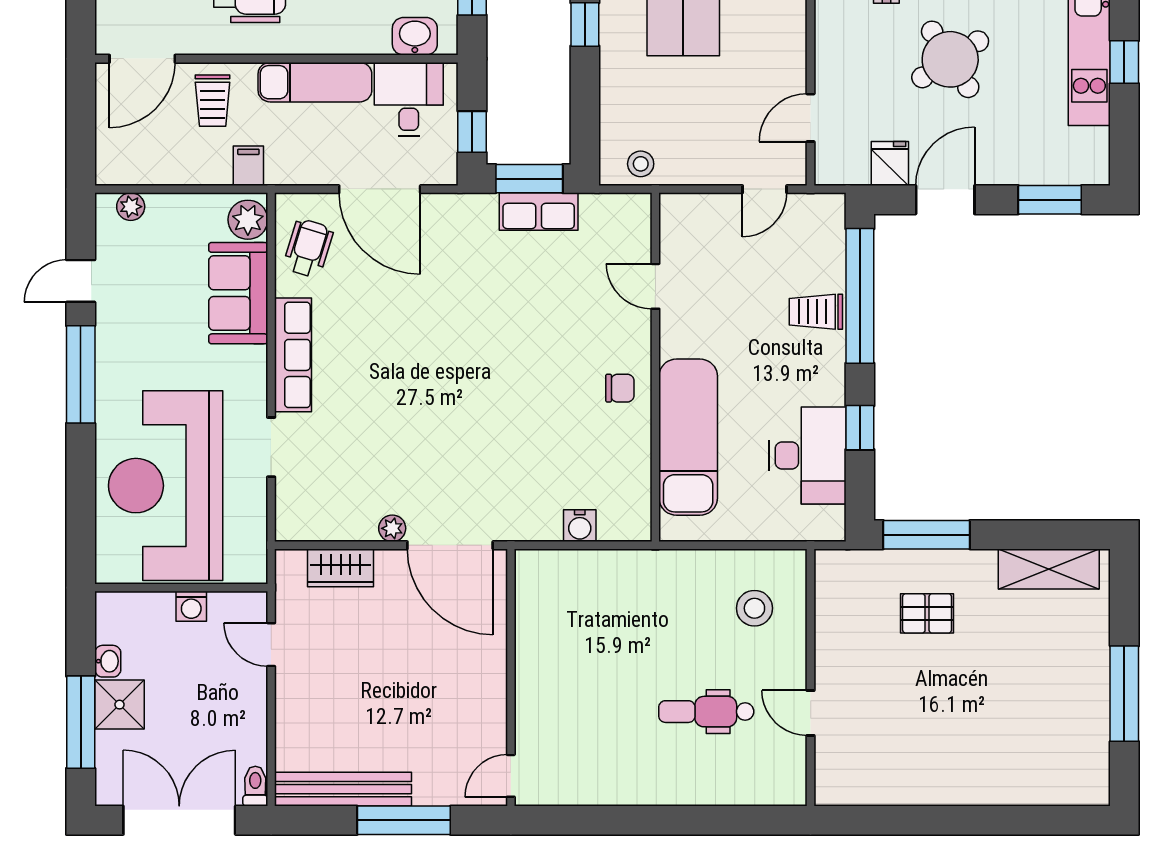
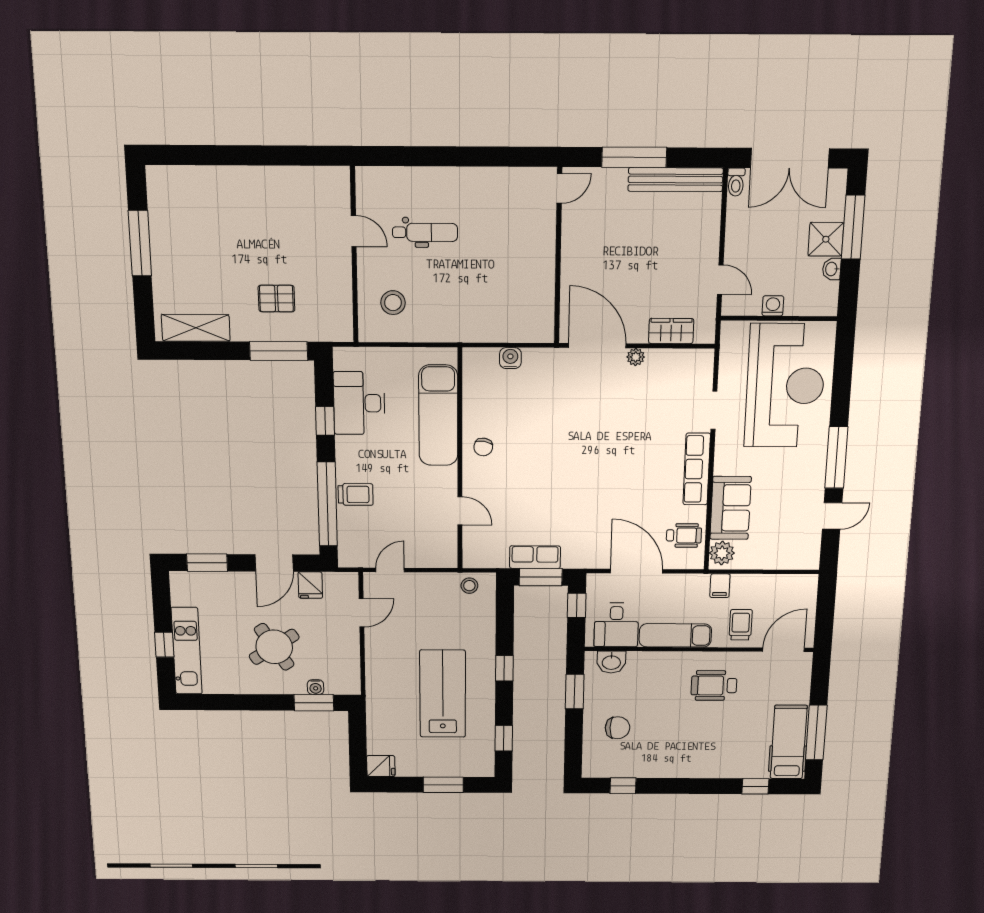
plant: (131, 207) -> (797, 561), removed
wheelchair: (308, 248) -> (684, 535), turned -107
chair: (620, 388) -> (483, 447), turned -80

